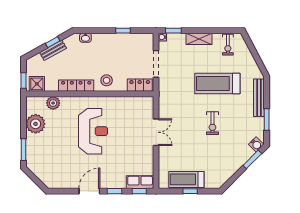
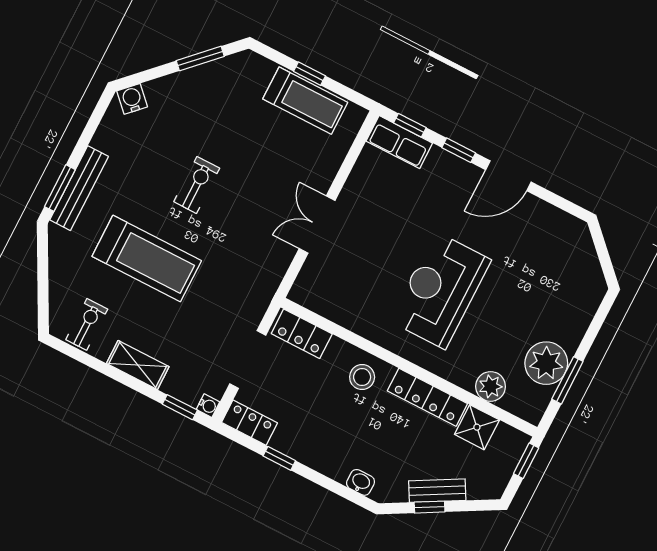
locker: (142, 39) -> (250, 423), added
shower: (37, 84) -> (477, 427), moved
window: (267, 119) -> (60, 188), moved
window: (24, 150) -> (567, 380), moved
window: (252, 159) -> (200, 58), moved

